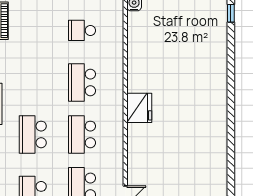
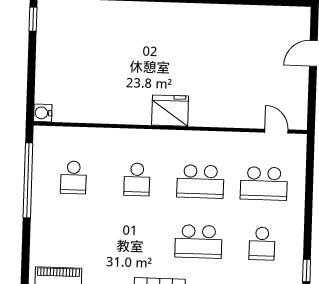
school desk: (82, 82) -> (137, 179), width x0.54

